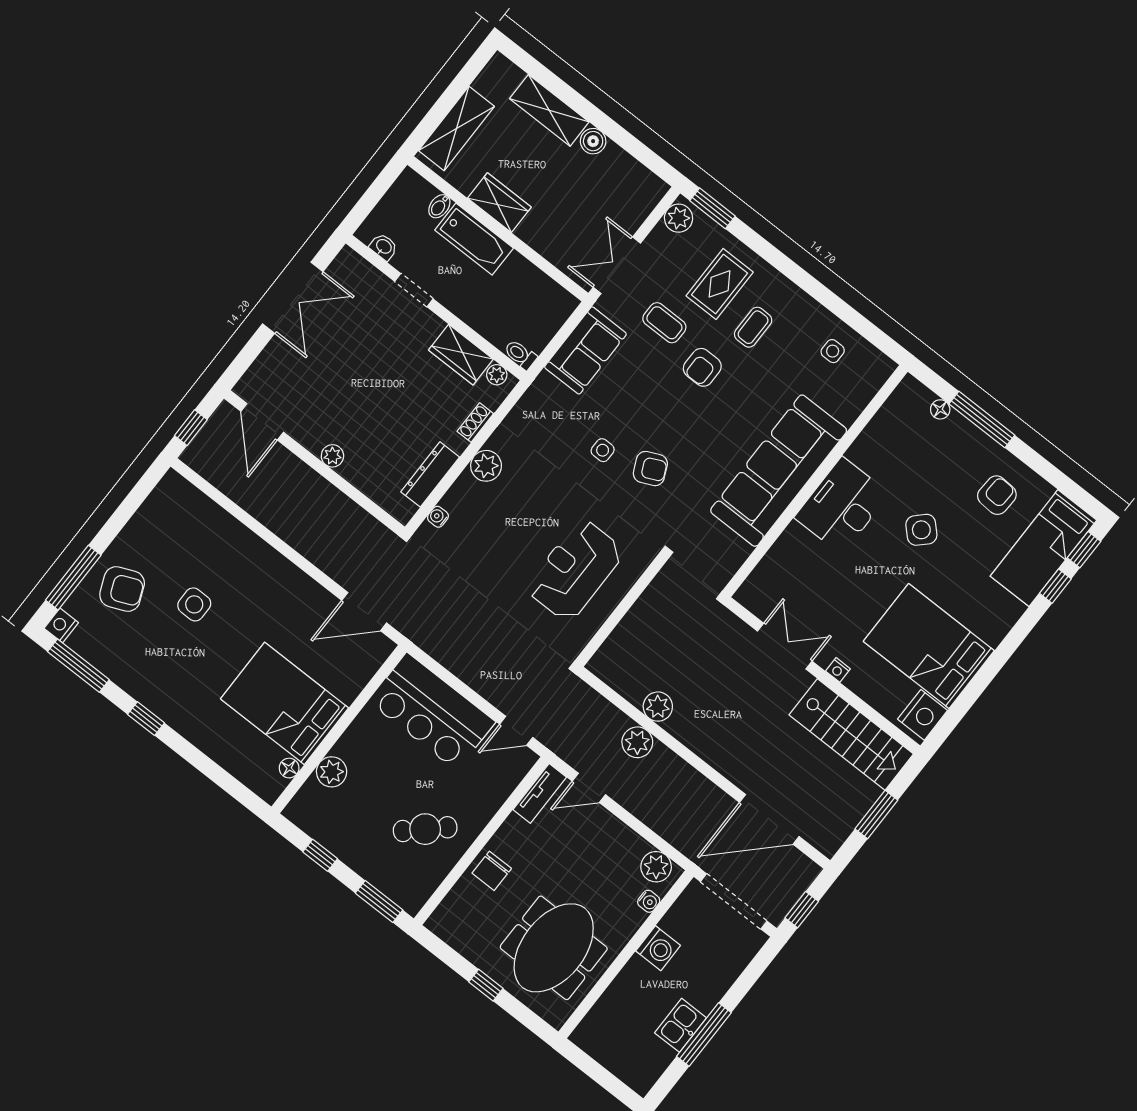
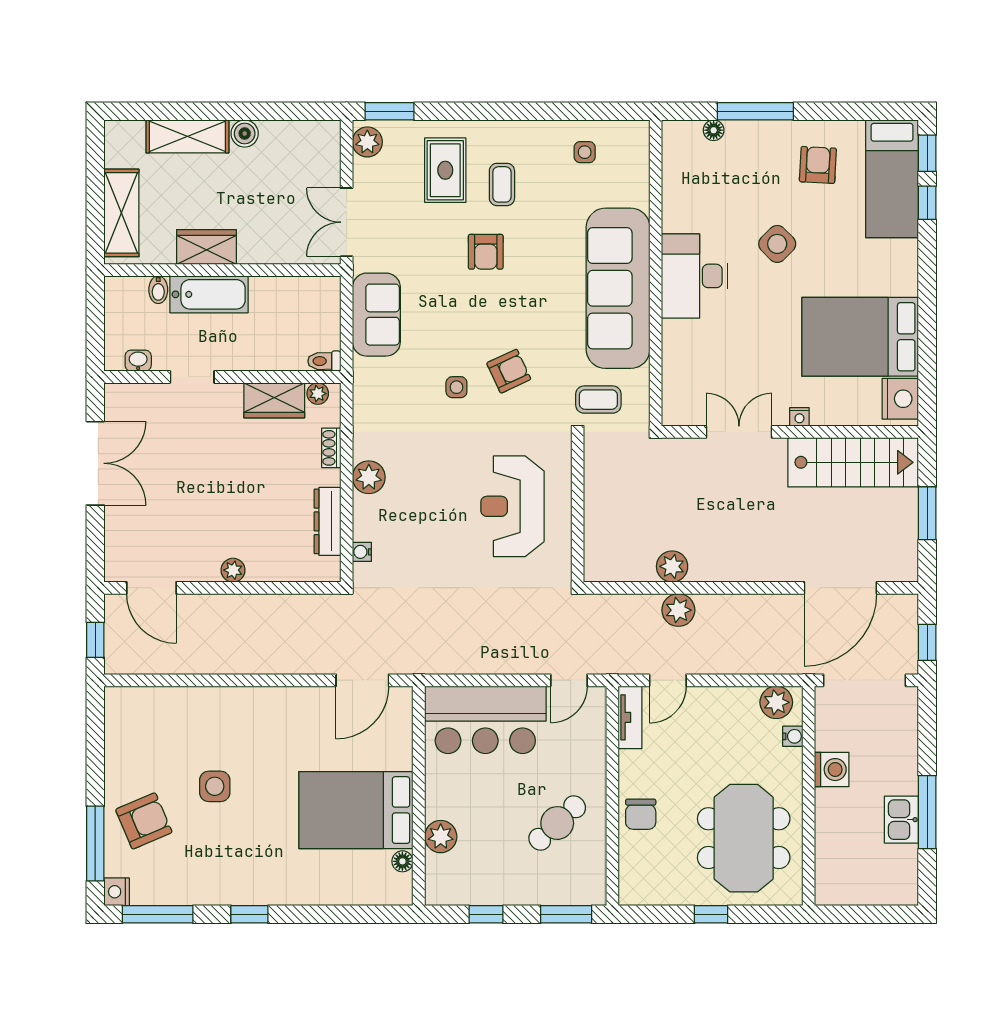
coffee table: (664, 323) -> (598, 400), moved

